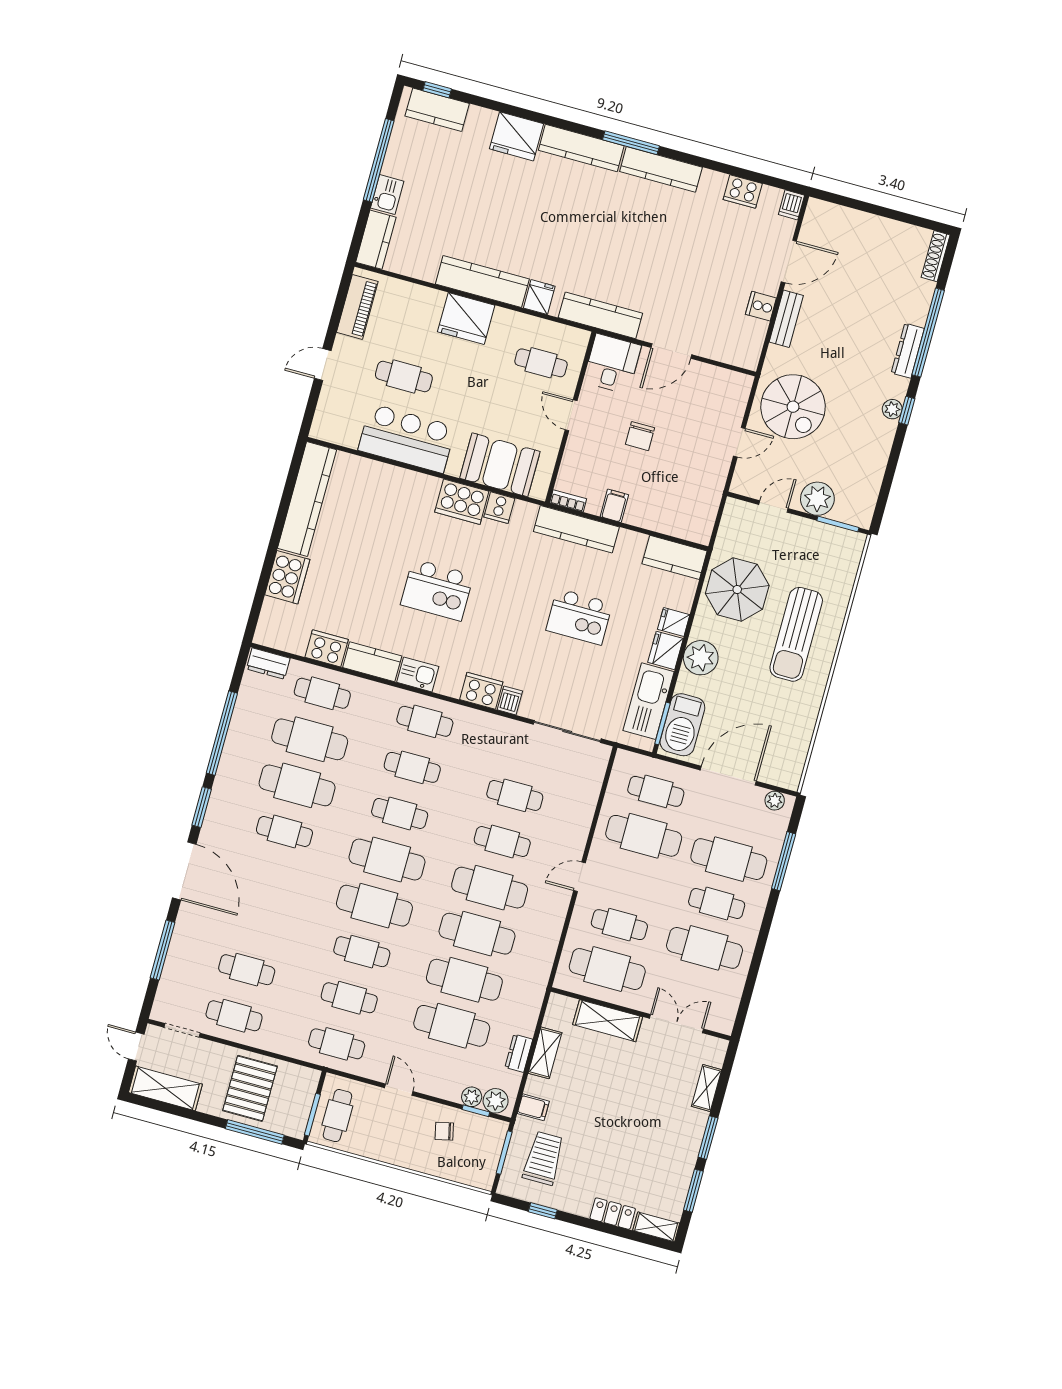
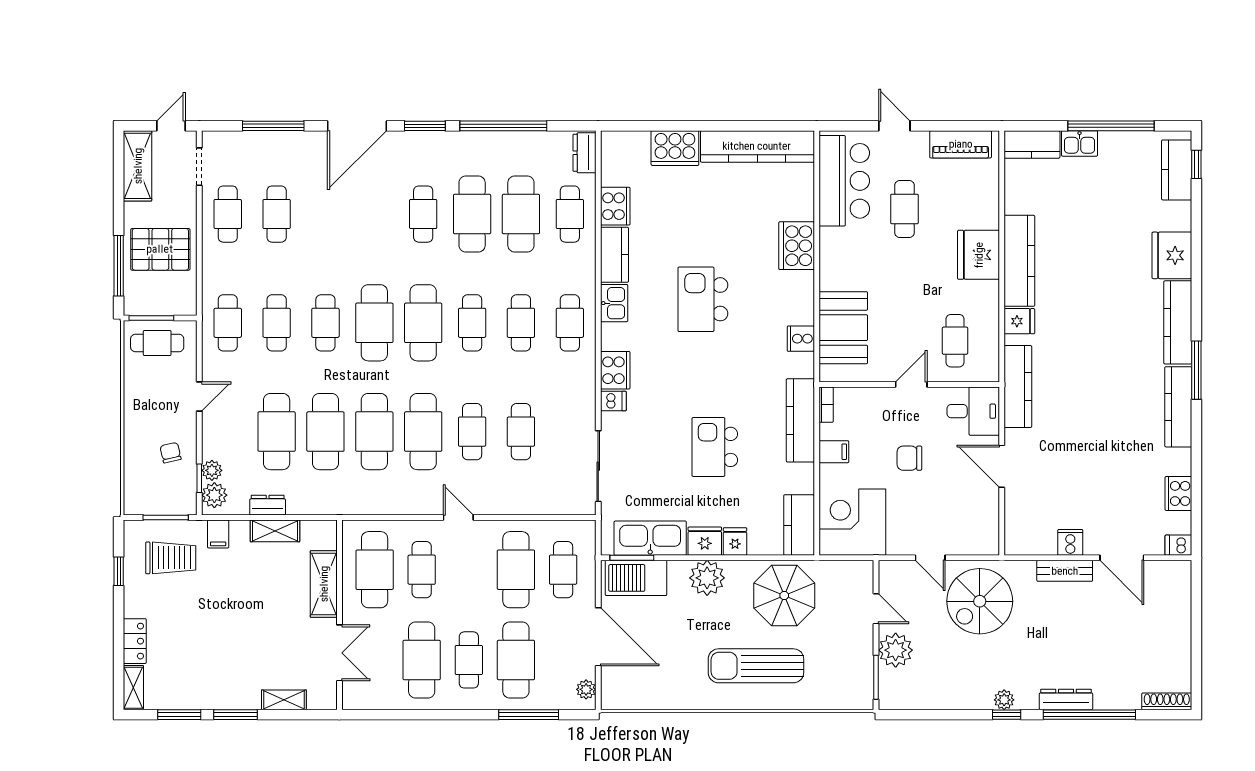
bar counter: (407, 438) -> (844, 181), moved
cooker: (462, 502) -> (797, 246), moved
corner desk: (686, 506) -> (852, 522), added

